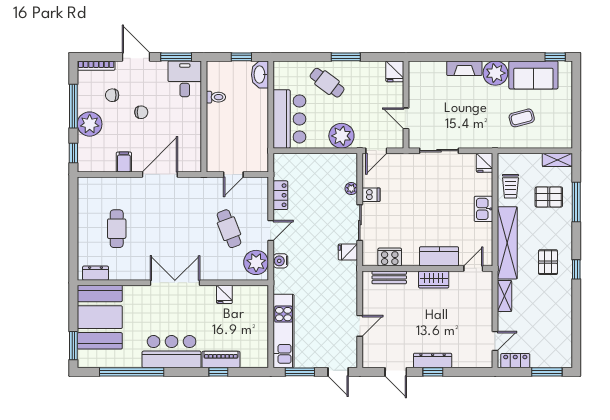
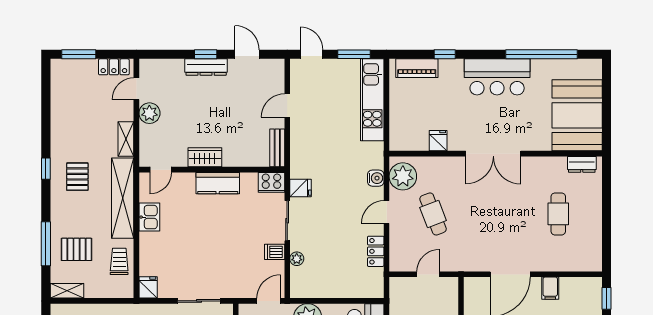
kitchen sink: (484, 209) -> (149, 217), moved
kitchen counter: (439, 256) -> (218, 183), moved
cooker: (390, 257) -> (271, 182), moved
bench: (389, 277) -> (277, 148), moved, turned 90
plant: (483, 319) -> (149, 113), added
window: (73, 346) -> (607, 84), removed
piano: (221, 360) -> (417, 68), moved

